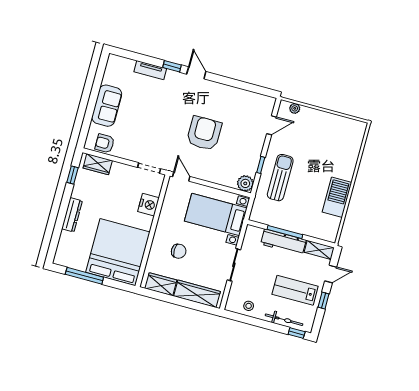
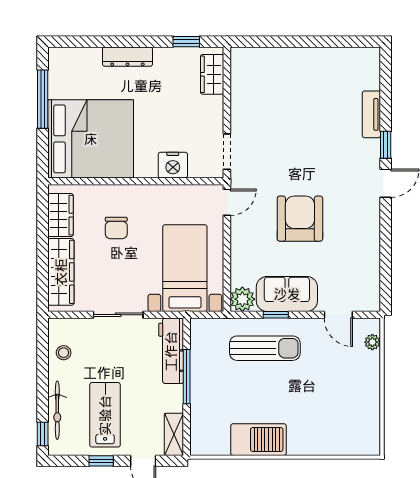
sofa: (107, 106) -> (287, 294), moved, turned 180
armchair: (204, 133) -> (300, 219), turned -90
armchair: (105, 143) -> (246, 76), removed
workbench: (283, 242) -> (171, 351), moved

